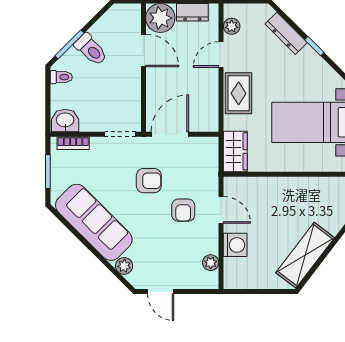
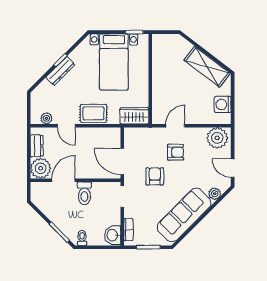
dresser: (286, 33) -> (60, 71), moved
toilet: (91, 49) -> (84, 193), moved, turned 135
washing machine: (235, 245) -> (223, 104), moved, turned -90
plant: (211, 263) -> (217, 138), width x1.87, depth x1.87
door: (161, 292) -> (233, 168), swing flipped

